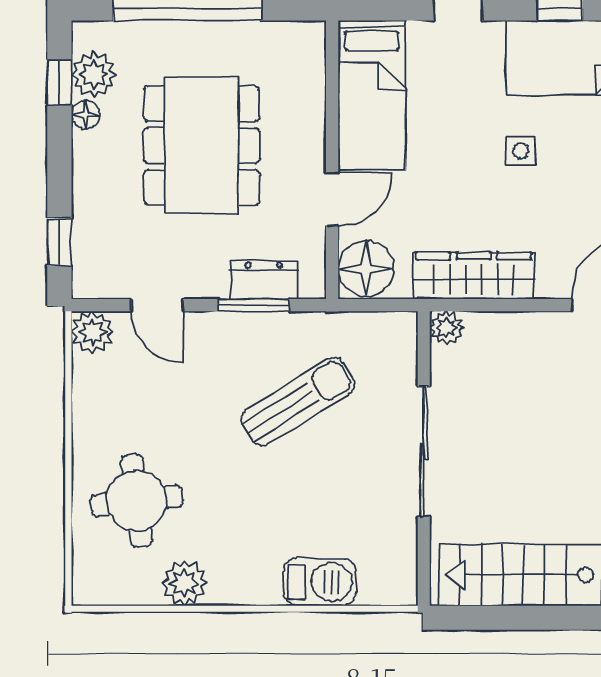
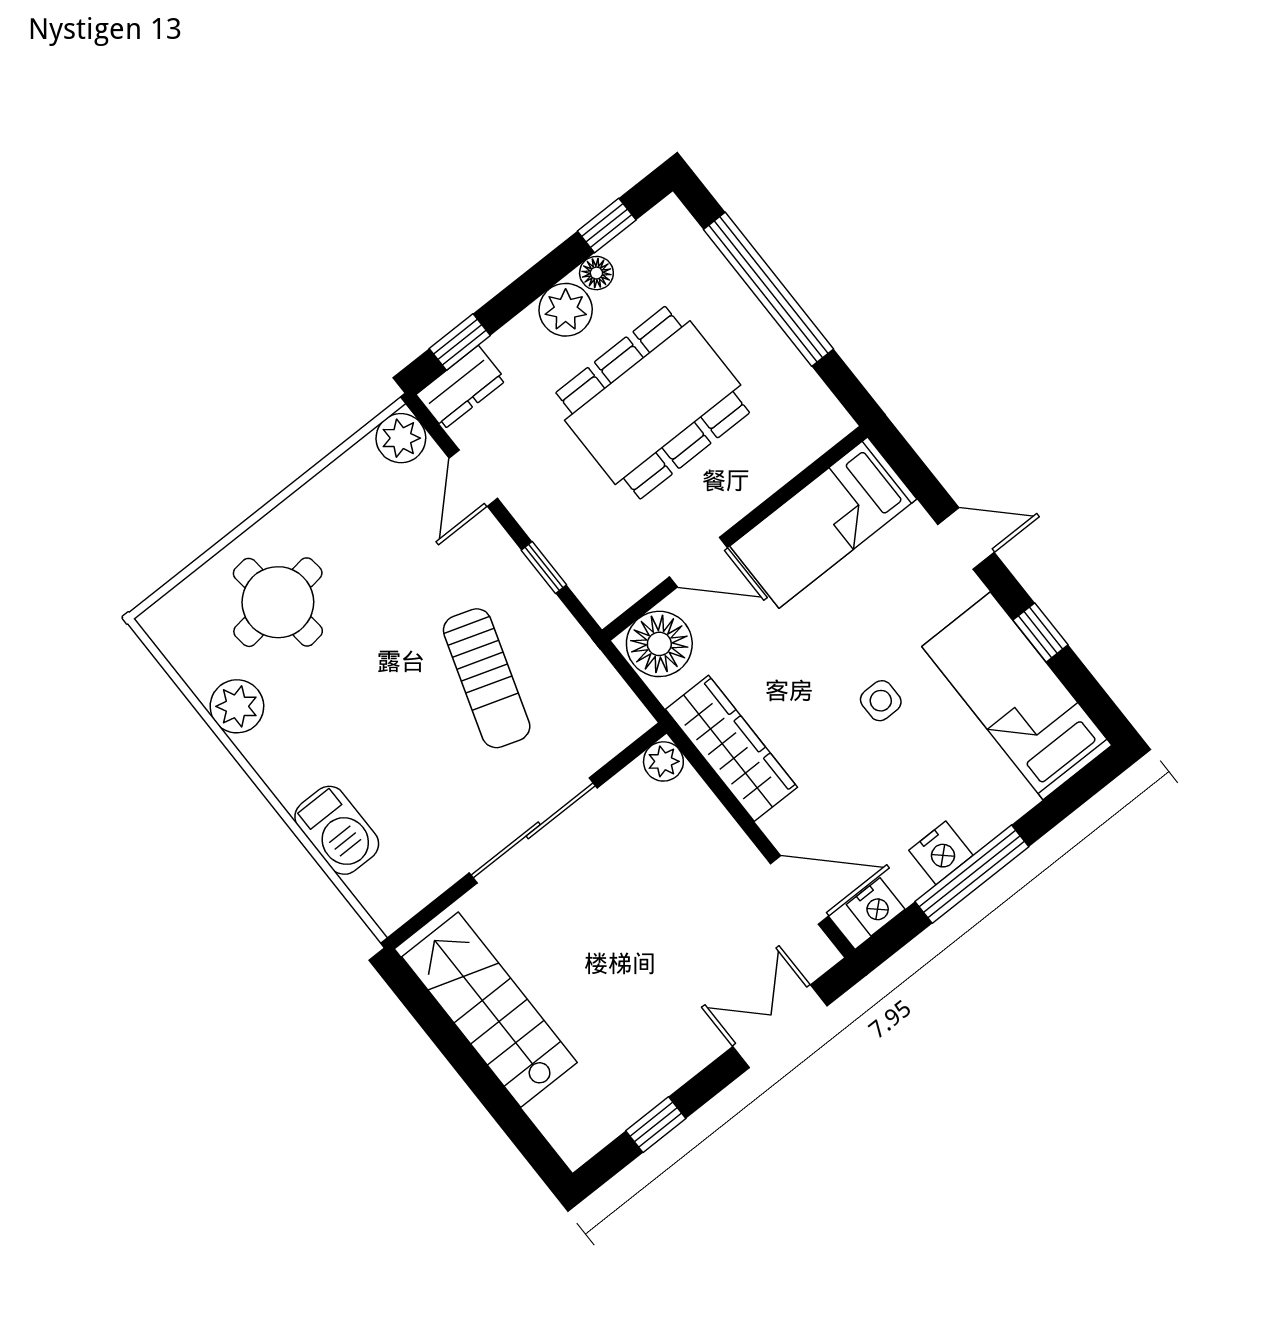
plant: (94, 75) -> (566, 310), moved
dresser: (264, 280) -> (461, 388), moved, turned 90
window: (254, 305) -> (544, 567), width x0.67
sun lounger: (298, 402) -> (487, 678), turned 50

